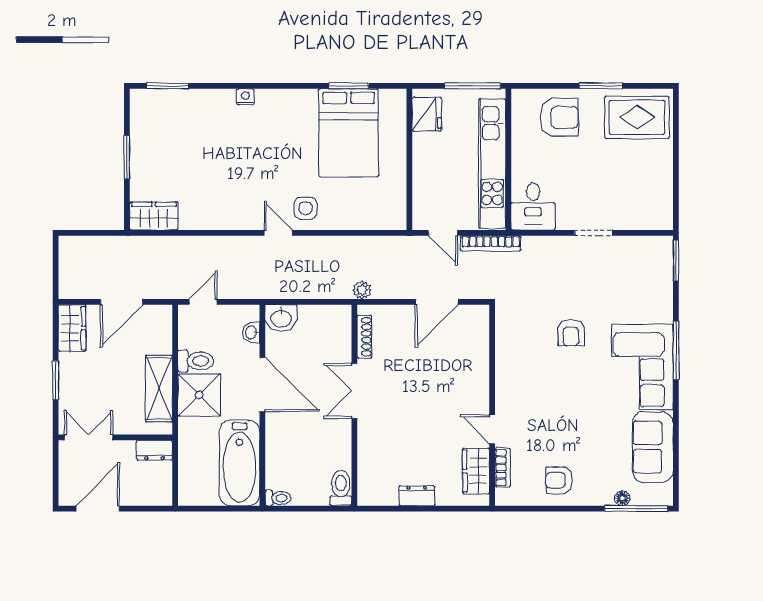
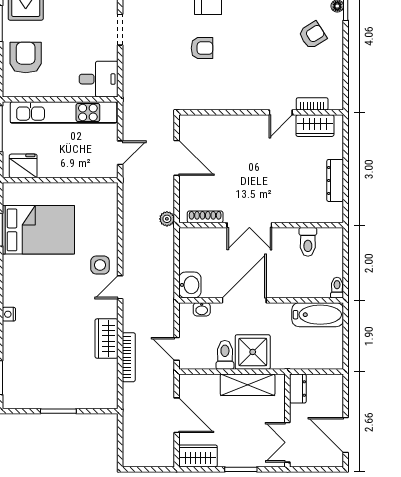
wardrobe: (154, 216) -> (107, 339), moved
bookcase: (491, 243) -> (129, 357), moved
bathtub: (239, 463) -> (318, 315), width x0.73, depth x0.73
armchair: (559, 480) -> (313, 35), moved, turned -122
toilet: (341, 488) -> (308, 242), moved, turned -90
dresser: (417, 496) -> (335, 180), width x1.44

